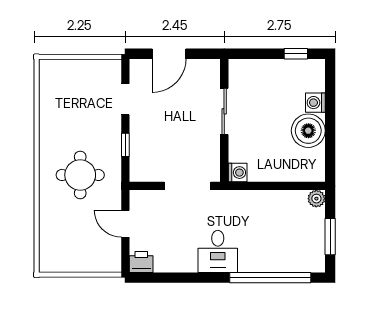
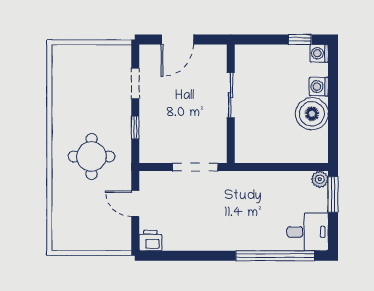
washing machine: (238, 173) -> (319, 53), moved, turned 180
window: (330, 237) -> (333, 195), moved
desk: (218, 251) -> (308, 232), moved, turned -90

